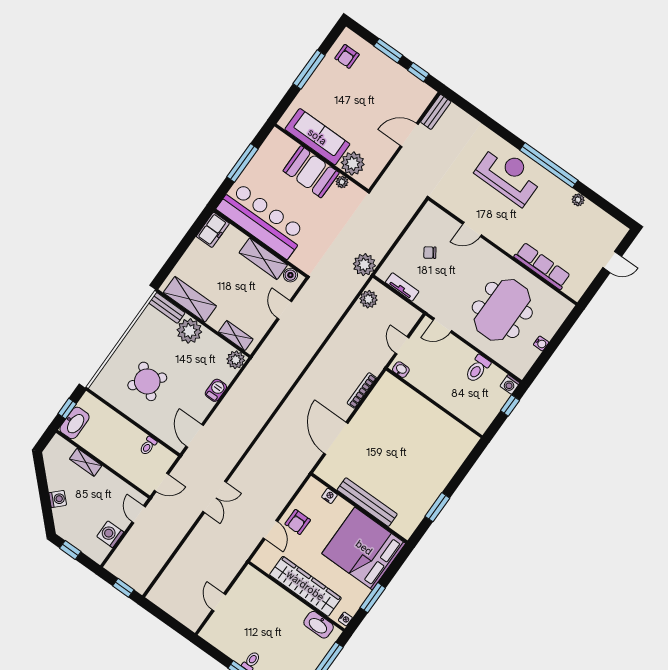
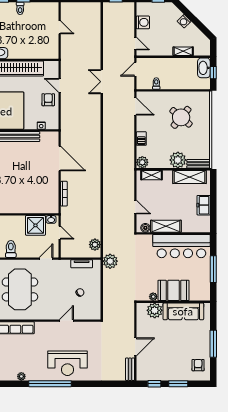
freezer: (213, 230) -> (204, 205), moved
shower: (426, 376) -> (35, 225), added

